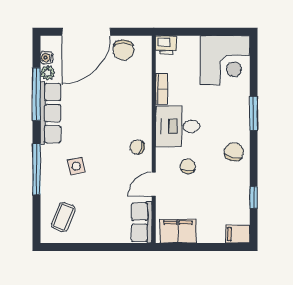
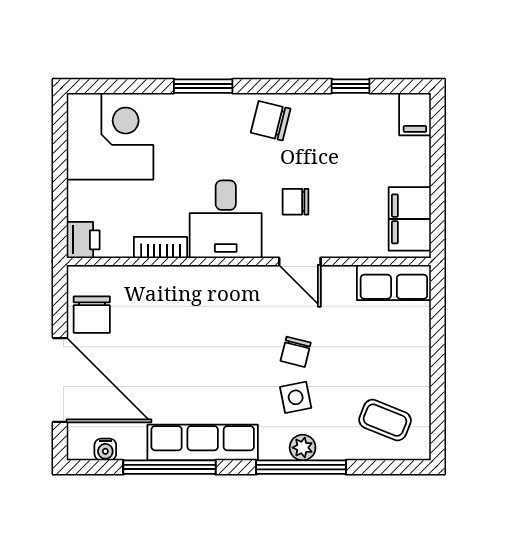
chair: (123, 50) -> (92, 315), turned 90
plant: (48, 73) -> (303, 448), moved
chair: (137, 147) -> (296, 352), moved
door: (154, 184) -> (300, 261), moved

